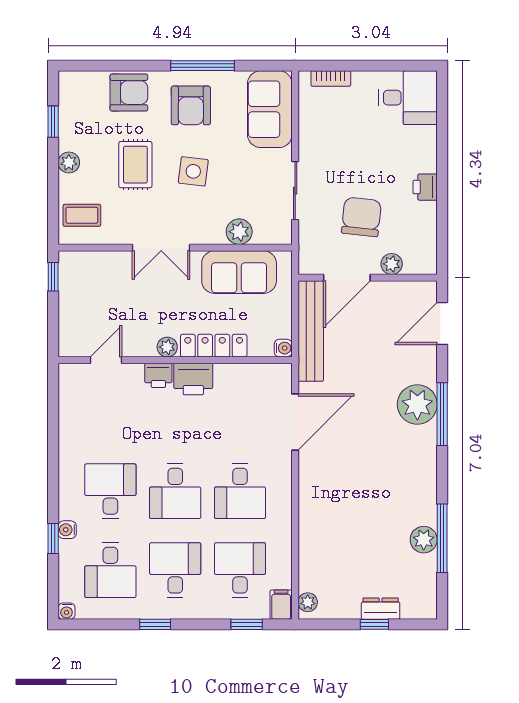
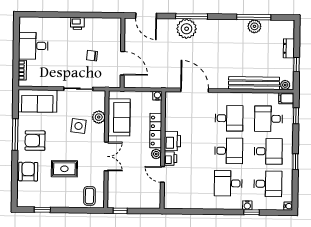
desk: (408, 98) -> (33, 46), moved, turned -90
armchair: (191, 105) -> (35, 141), turned 180
plant: (69, 163) -> (63, 202), removed
side table: (193, 171) -> (78, 126), moved
chair: (361, 217) -> (92, 56), width x0.54, depth x0.54
plant: (392, 264) -> (116, 41), removed
bench: (311, 331) -> (254, 83), moved
door: (106, 360) -> (162, 174), moved
desk: (175, 570) -> (268, 151), turned 180
window: (374, 624) -> (297, 64), moved

